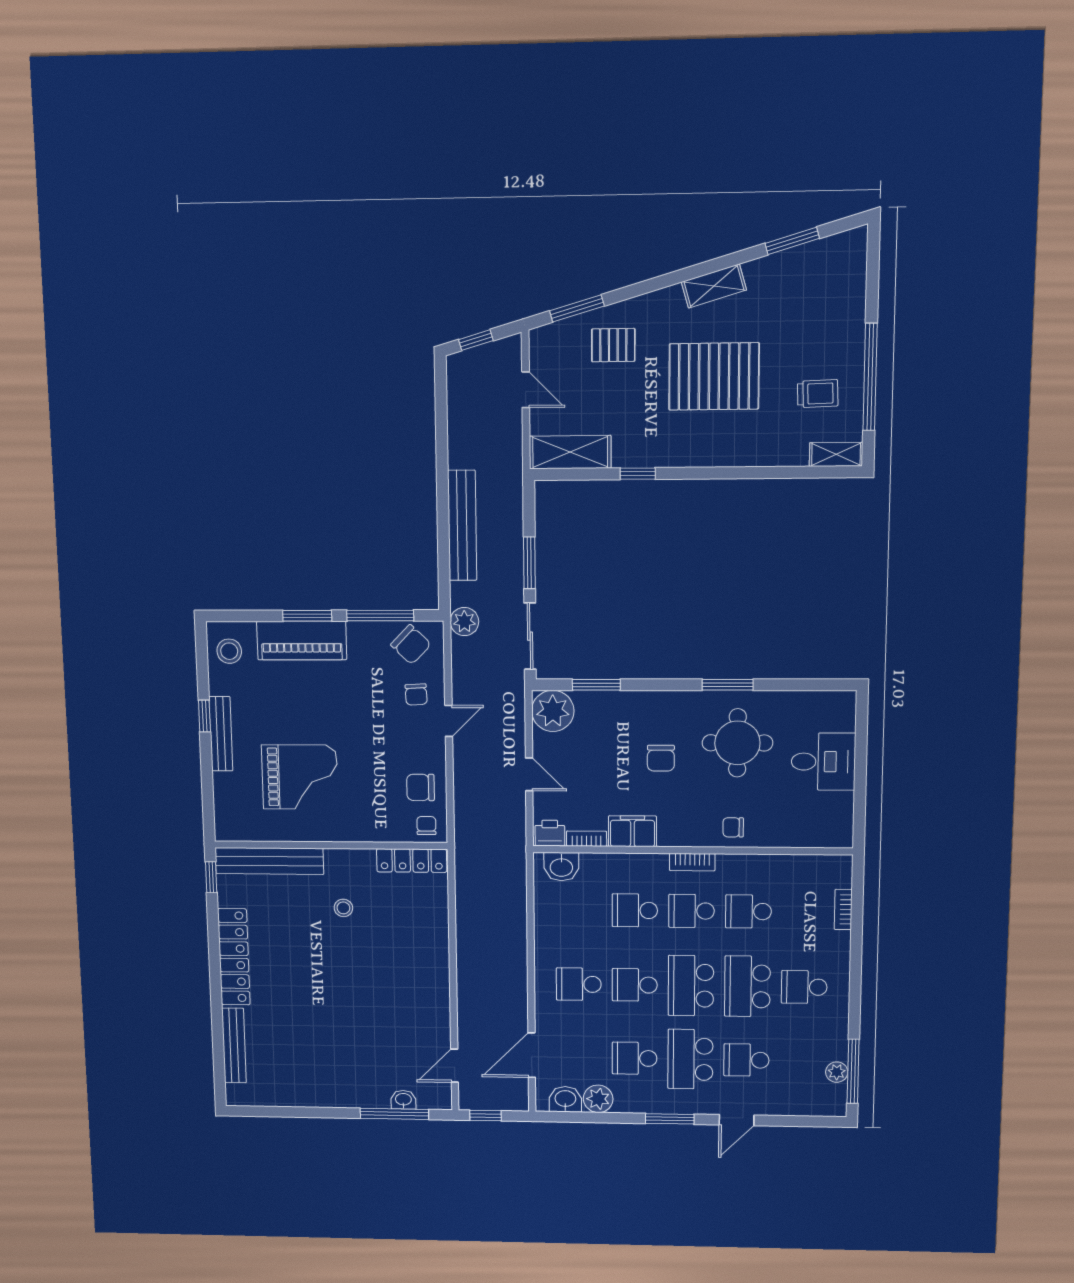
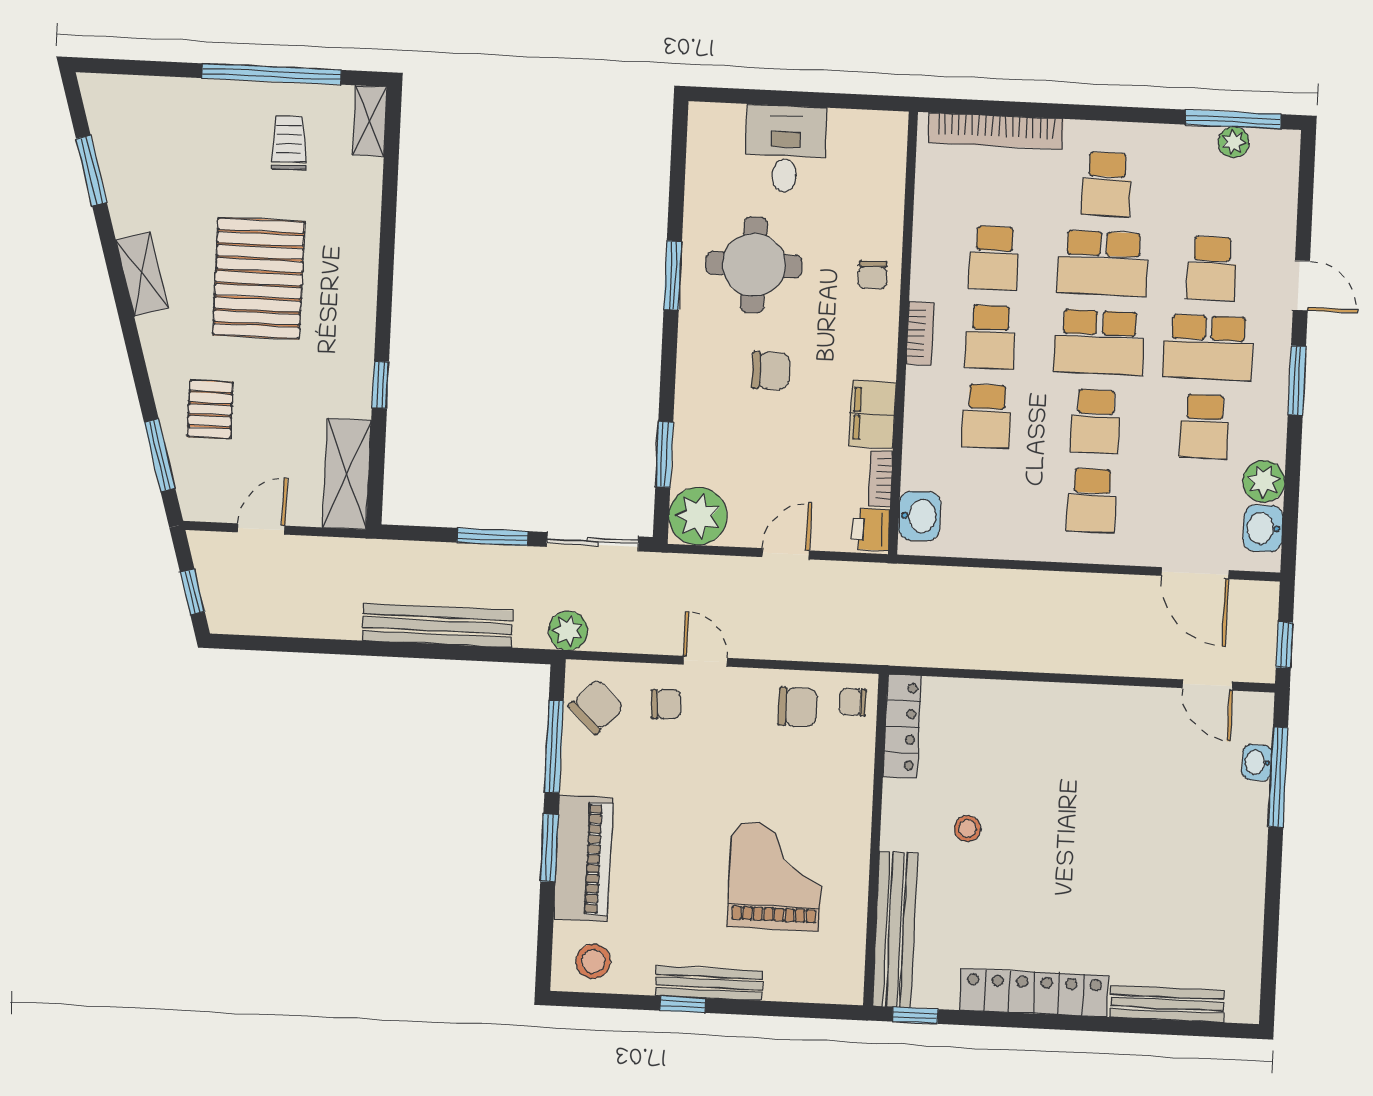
chair: (420, 787) -> (798, 707), turned -90
bookcase: (843, 910) -> (996, 131), width x2.31, depth x1.31

